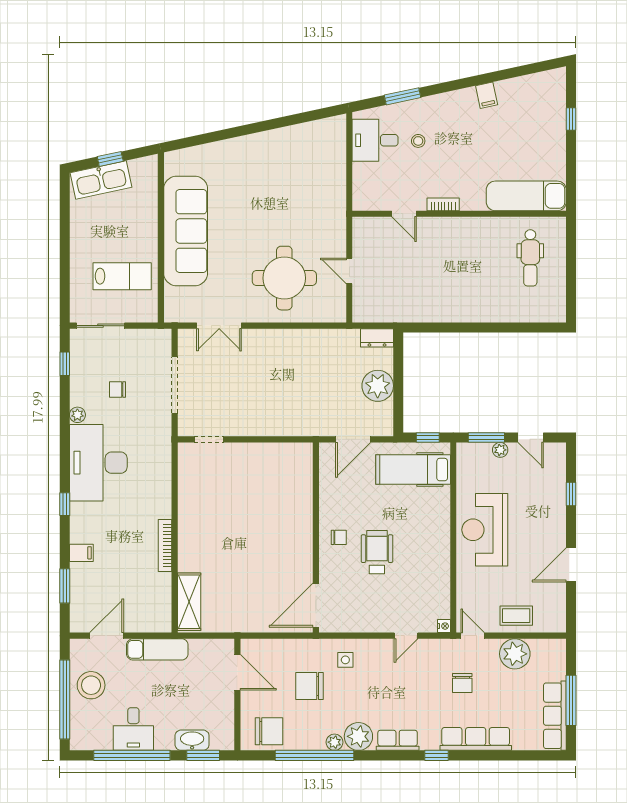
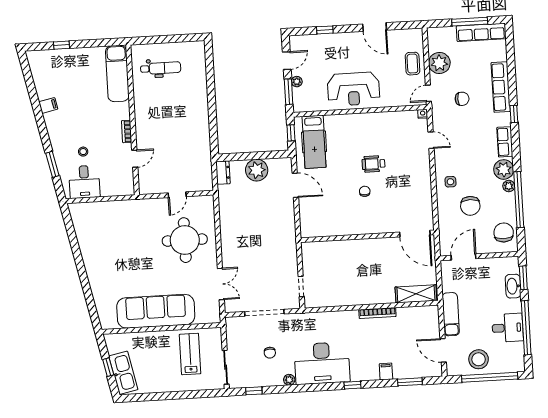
wall: (316, 538) -> (367, 236), moved
wheelchair: (377, 552) -> (373, 164), width x0.73, depth x0.73
door: (316, 605) -> (415, 234), moved

